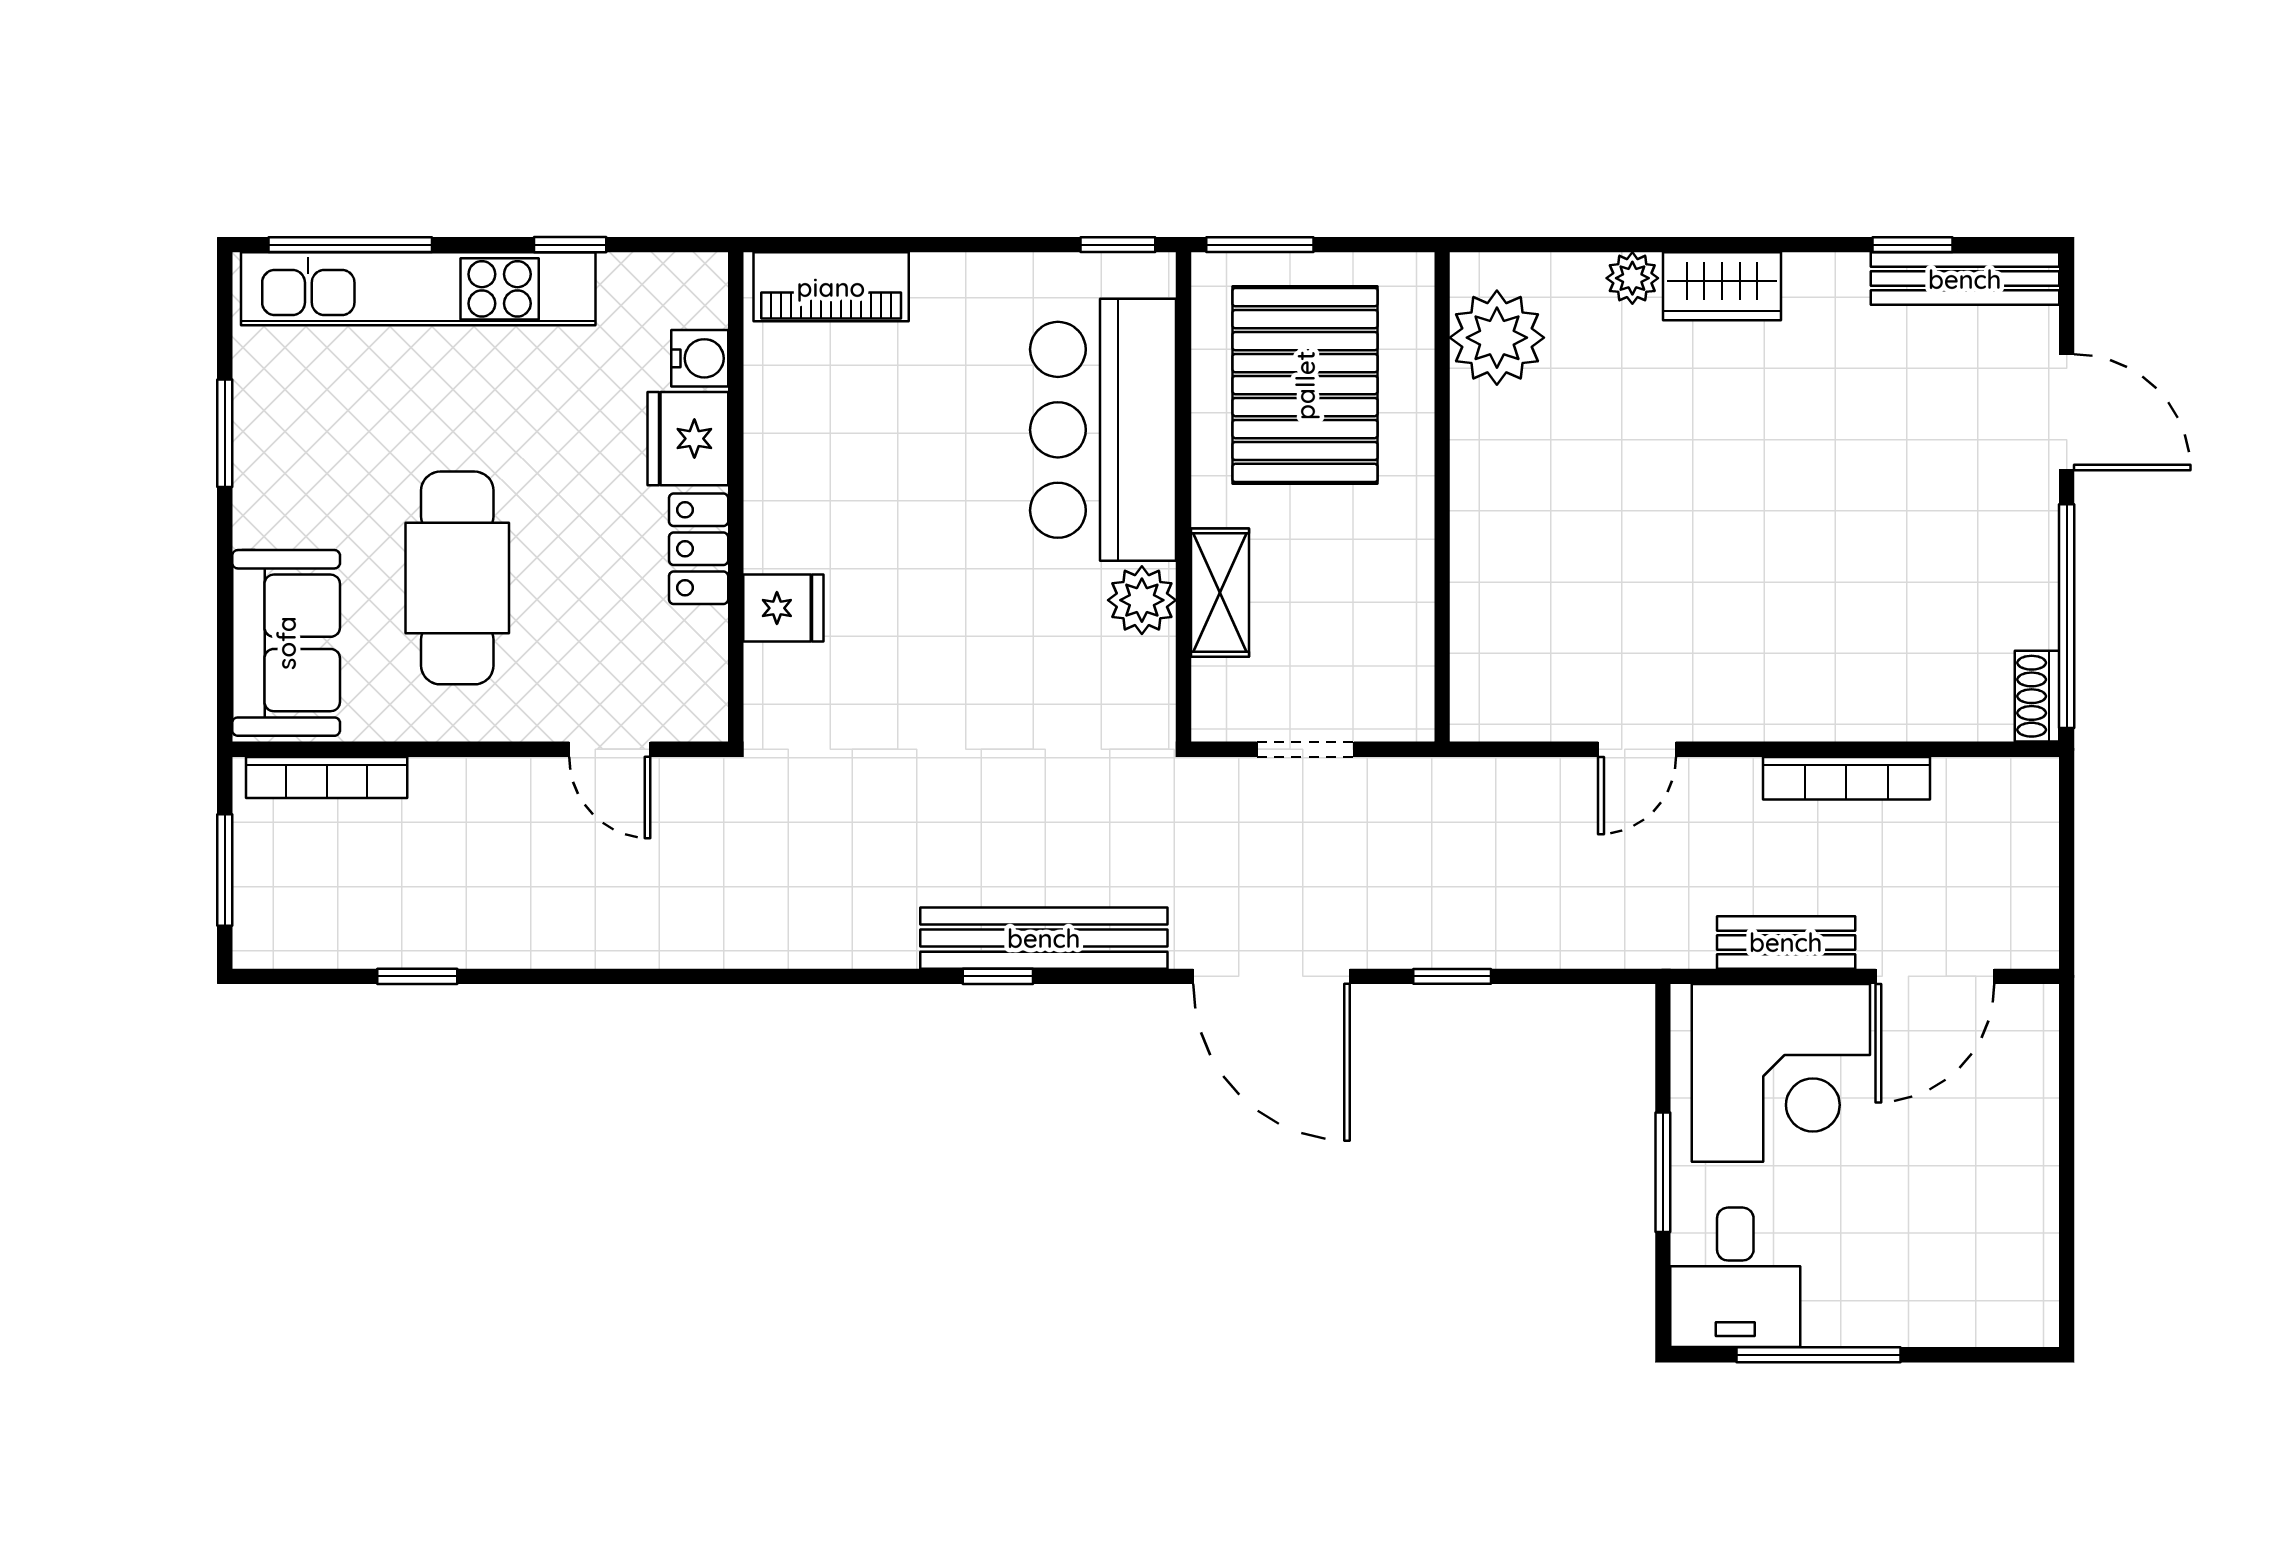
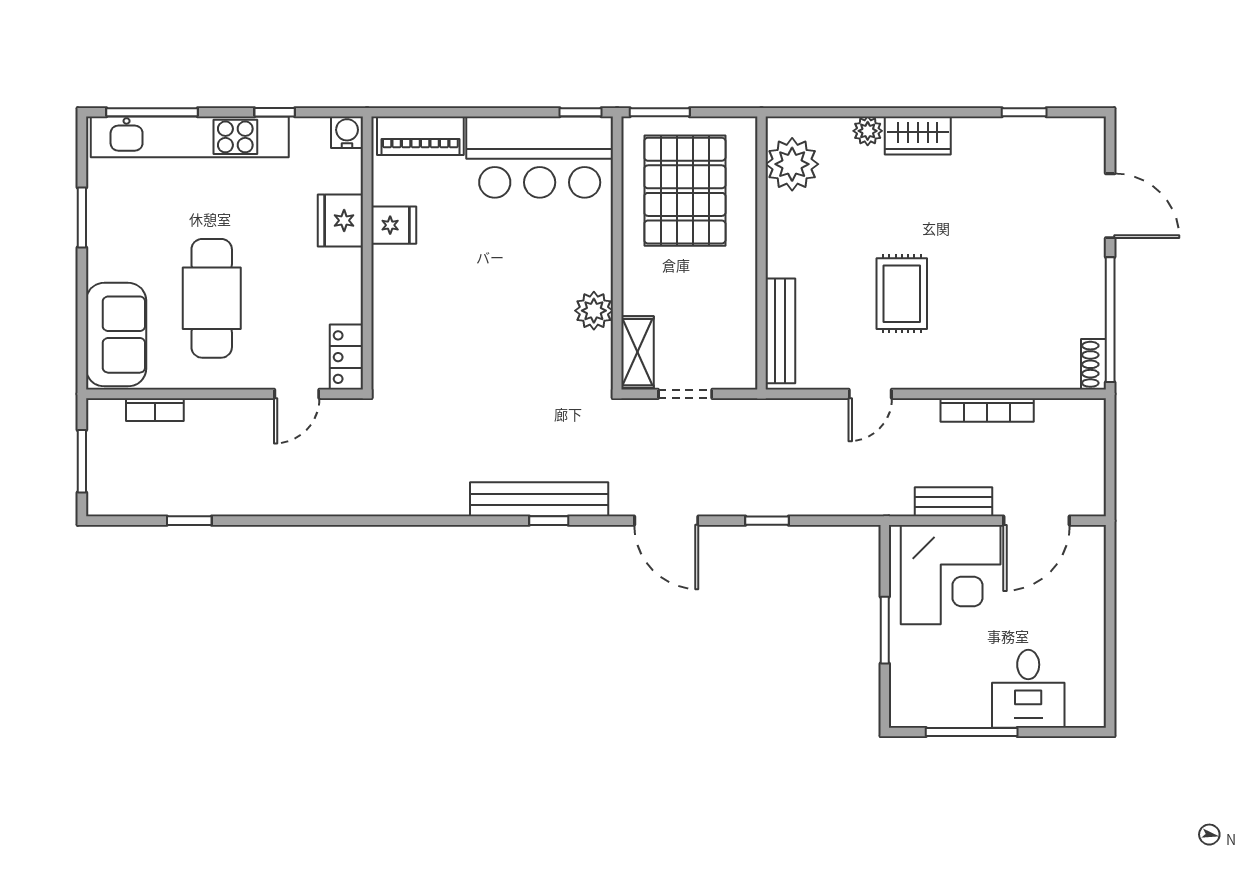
bench: (1965, 279) -> (780, 331), moved, turned 90
water cooler: (700, 358) -> (347, 132), moved, turned -90
bar counter: (1103, 430) -> (540, 157), moved, turned -90
locker: (699, 549) -> (346, 357), moved
rug: (1694, 570) -> (902, 294), added
shelving: (1220, 593) -> (637, 352), moved
fridge: (783, 608) -> (394, 225), moved
door: (610, 749) -> (297, 394), hinge flipped
bookcase: (327, 777) -> (155, 410), width x0.64
window: (998, 976) -> (549, 521), moved
door: (1271, 976) -> (666, 521), width x0.73
desk: (1735, 1277) -> (1028, 689), moved

